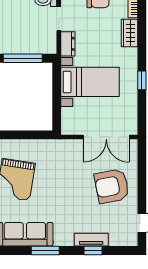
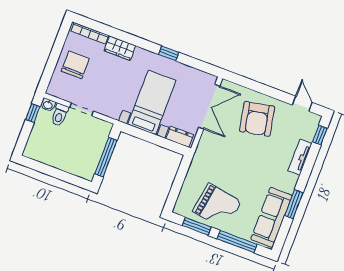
dresser: (68, 44) -> (180, 137), moved
window: (93, 250) -> (320, 135), moved

